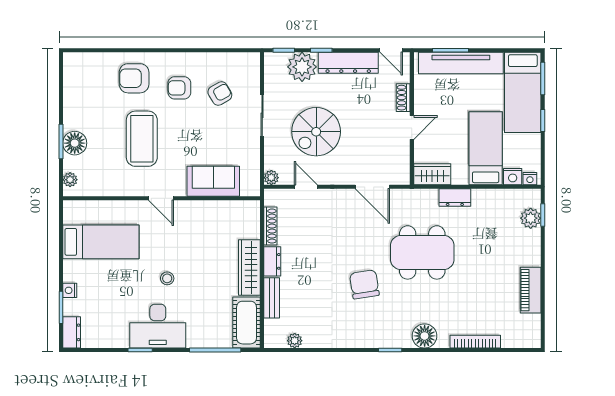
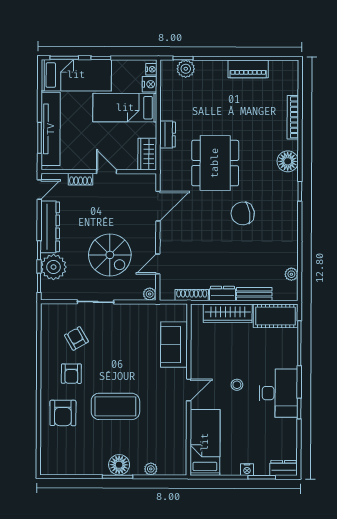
sofa: (213, 181) -> (174, 345), moved
door: (161, 198) -> (189, 390), moved
wall: (161, 198) -> (189, 390), moved

